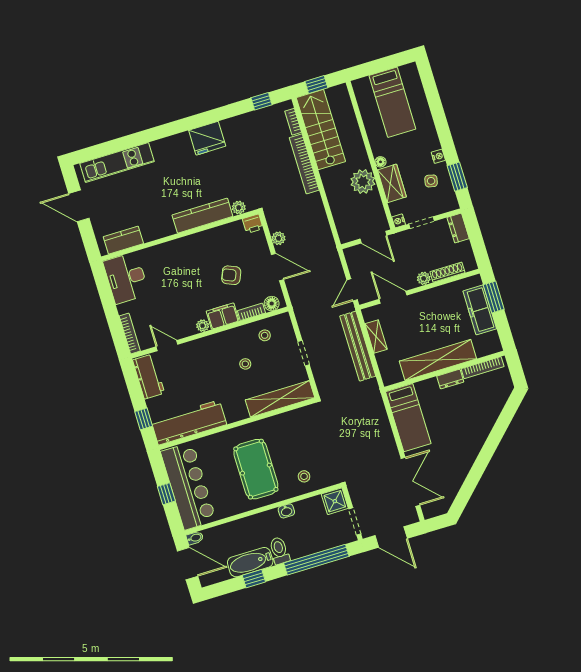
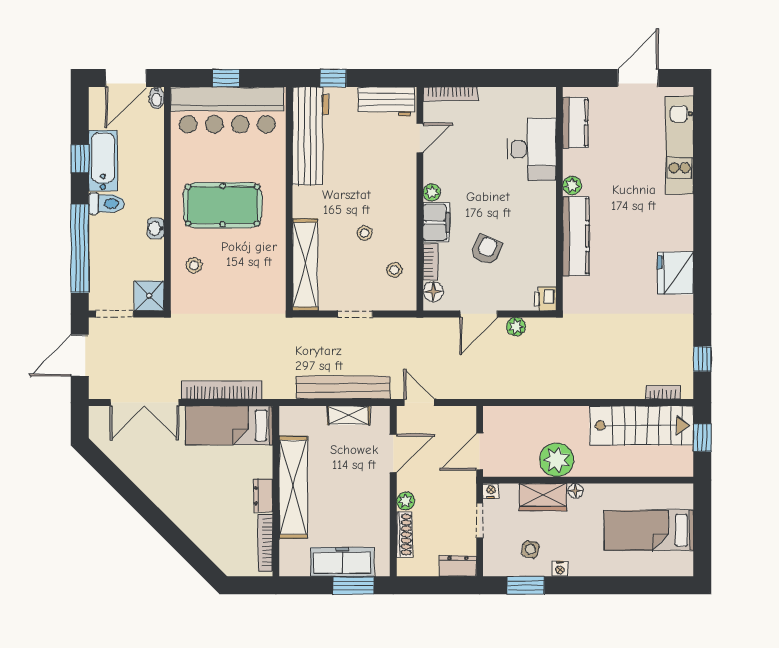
bookcase: (304, 164) -> (221, 390), moved
plant: (239, 208) -> (572, 185), moved
desk: (126, 278) -> (532, 149), moved, turned 90

